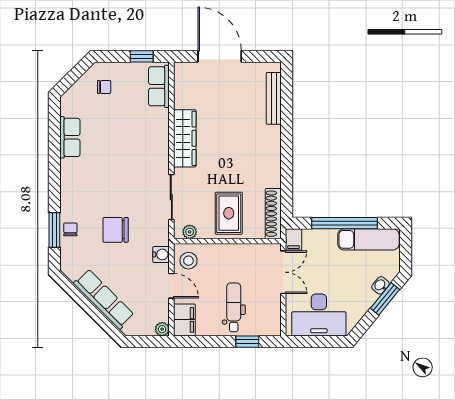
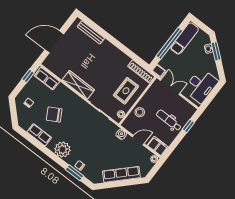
plant: (74, 187) -> (63, 150), added
rug: (229, 213) -> (126, 91), turned 90
chair: (116, 230) -> (54, 115), moved, turned 61
stool: (188, 261) -> (140, 112), moved

